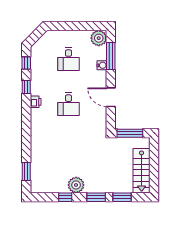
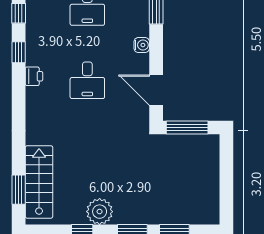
water cooler: (102, 65) -> (142, 45), moved
door: (111, 97) -> (156, 90), moved
stairs: (142, 171) -> (39, 182), moved, turned 180

